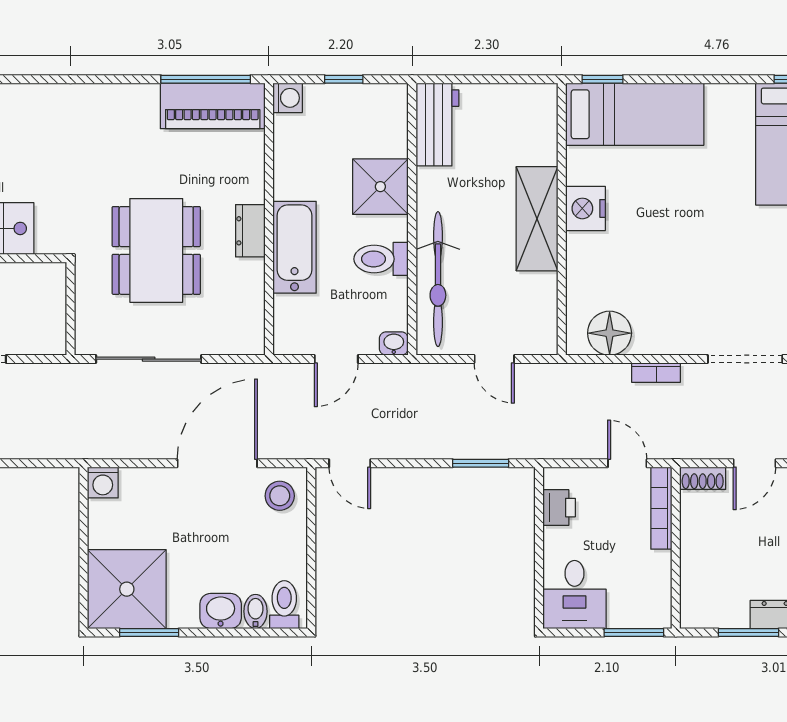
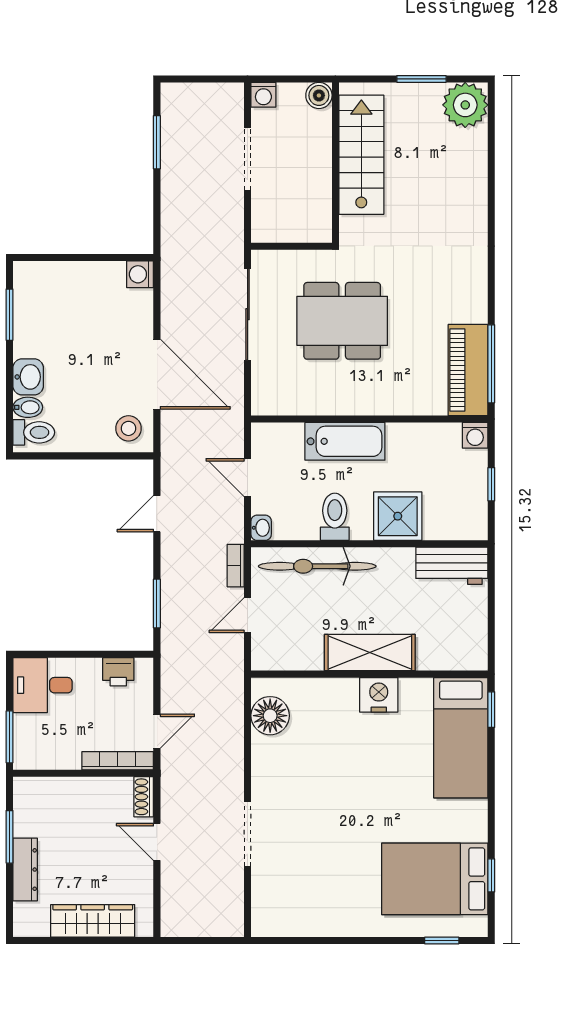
dresser: (250, 231) -> (359, 403), removed
bookcase: (656, 373) -> (236, 566), moved
door: (350, 463) -> (157, 514), moved
shower: (127, 589) -> (47, 295), removed

